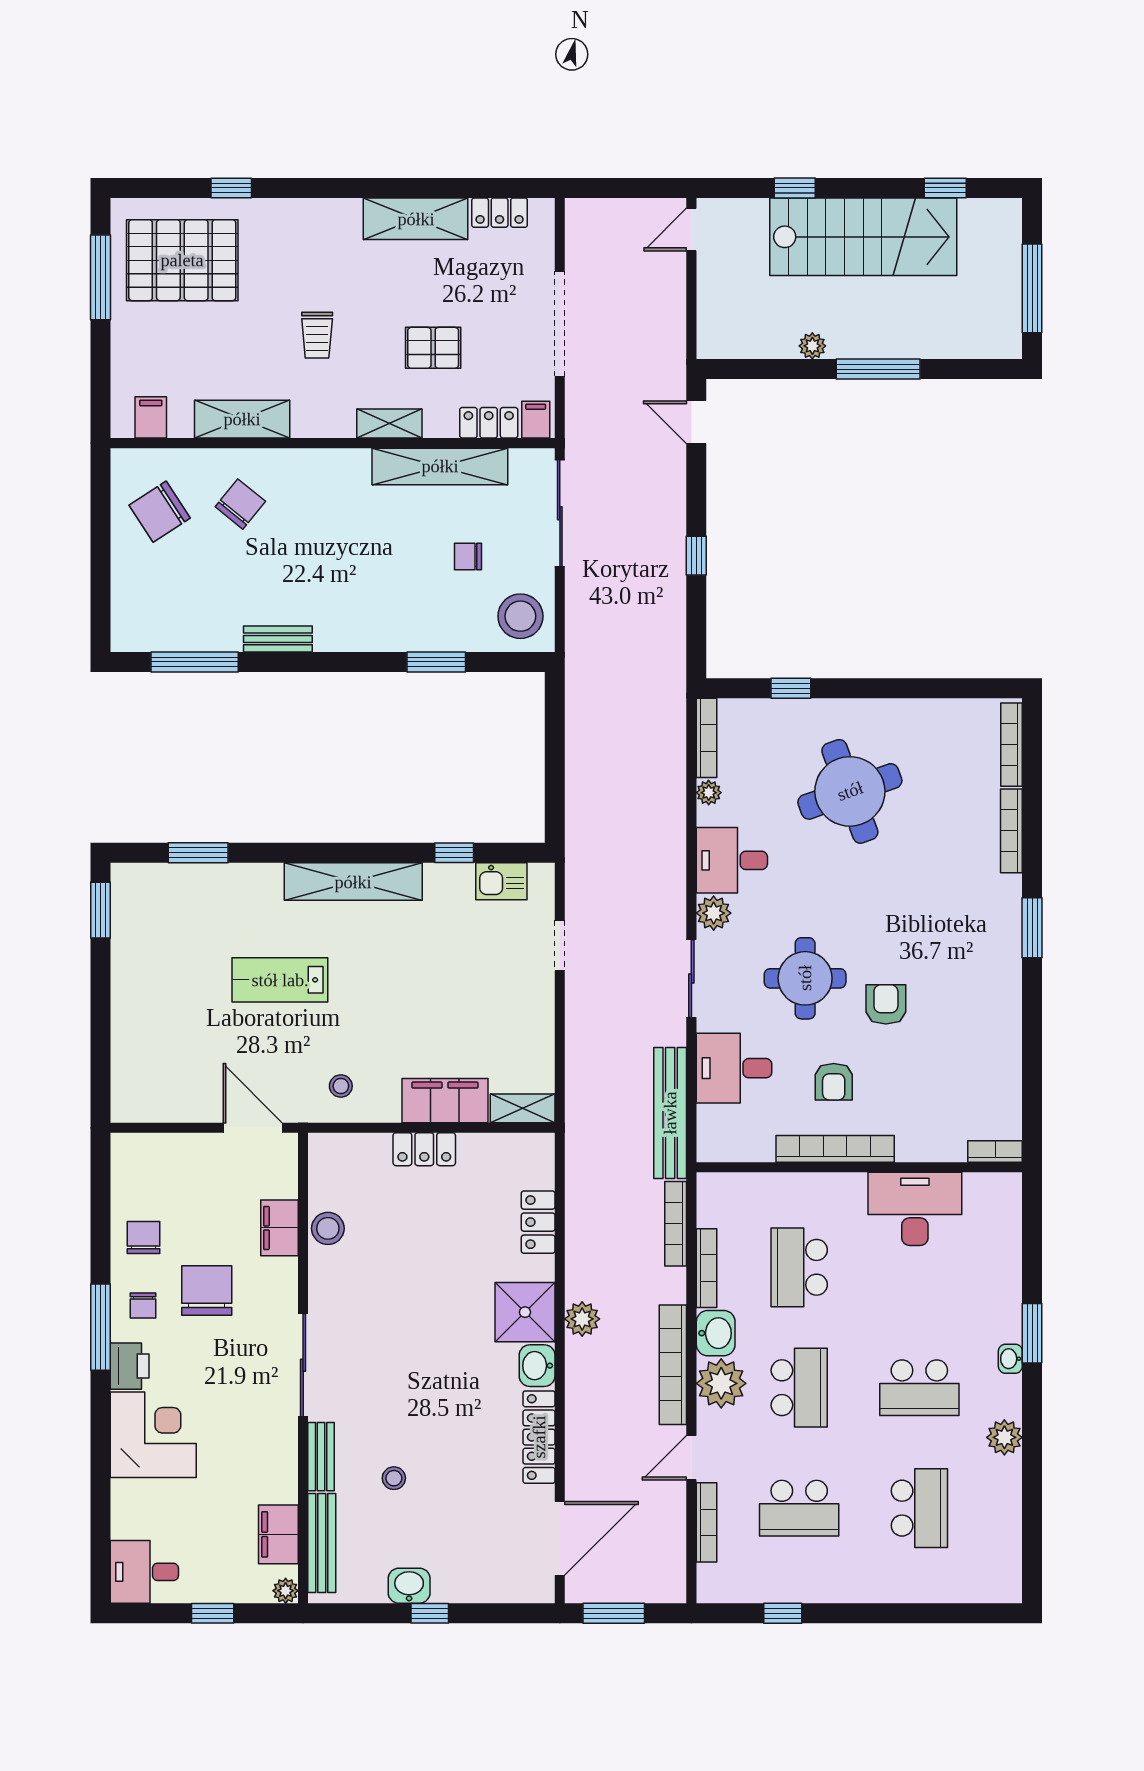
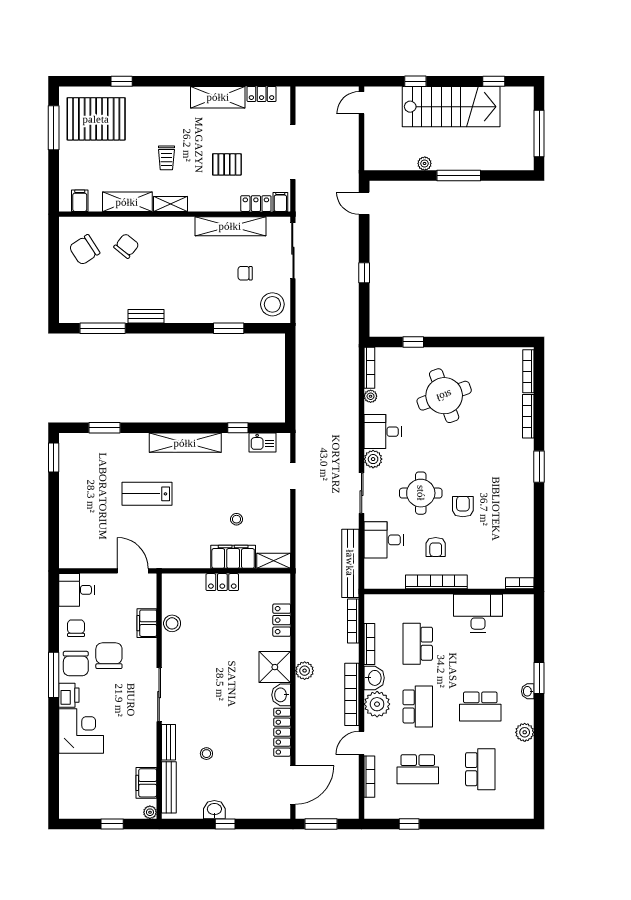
shelving: (389, 424) -> (170, 204), moved
stool: (341, 1086) -> (236, 519), moved
chair: (143, 1305) -> (76, 664), width x1.87, depth x1.87
desk: (144, 1572) -> (76, 590), moved

